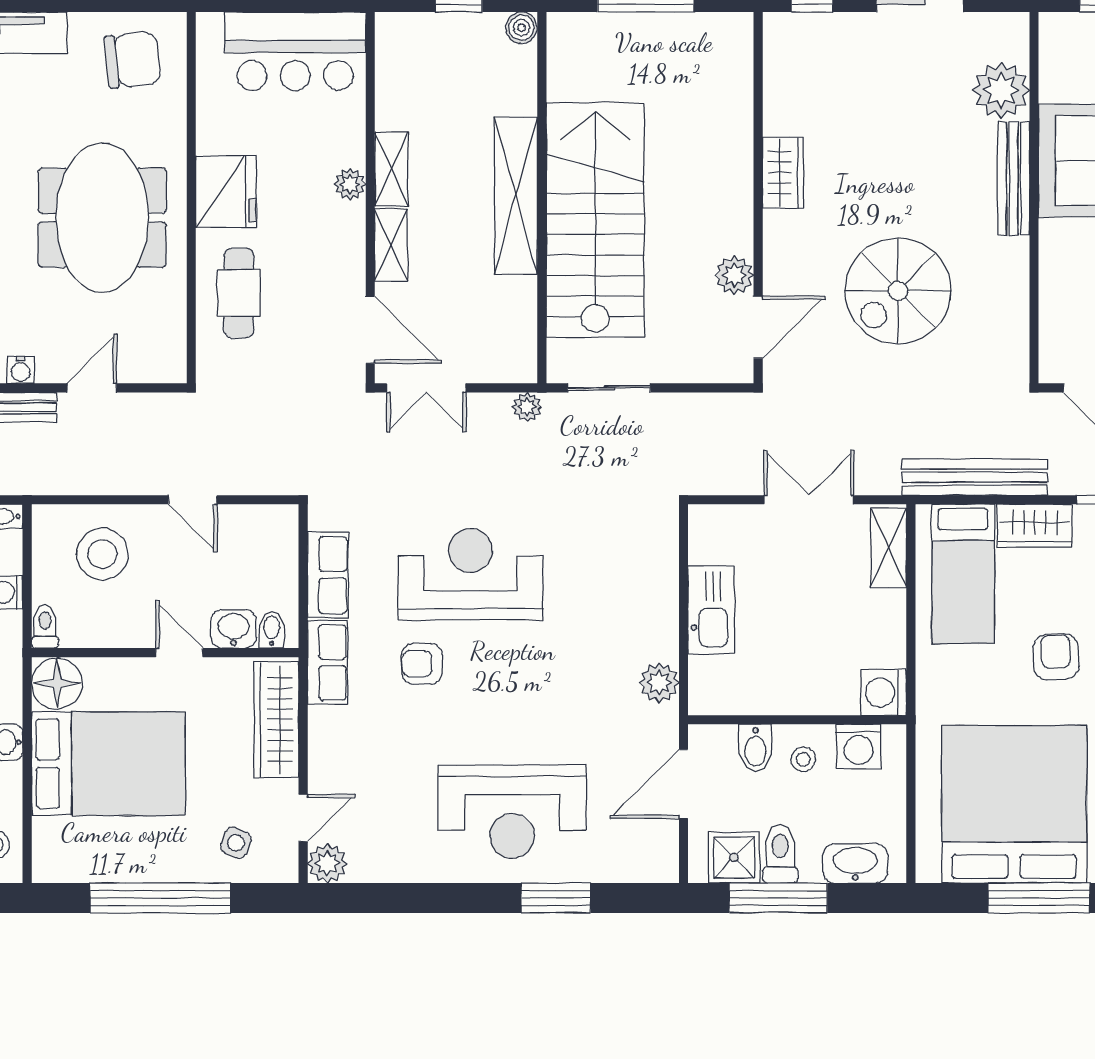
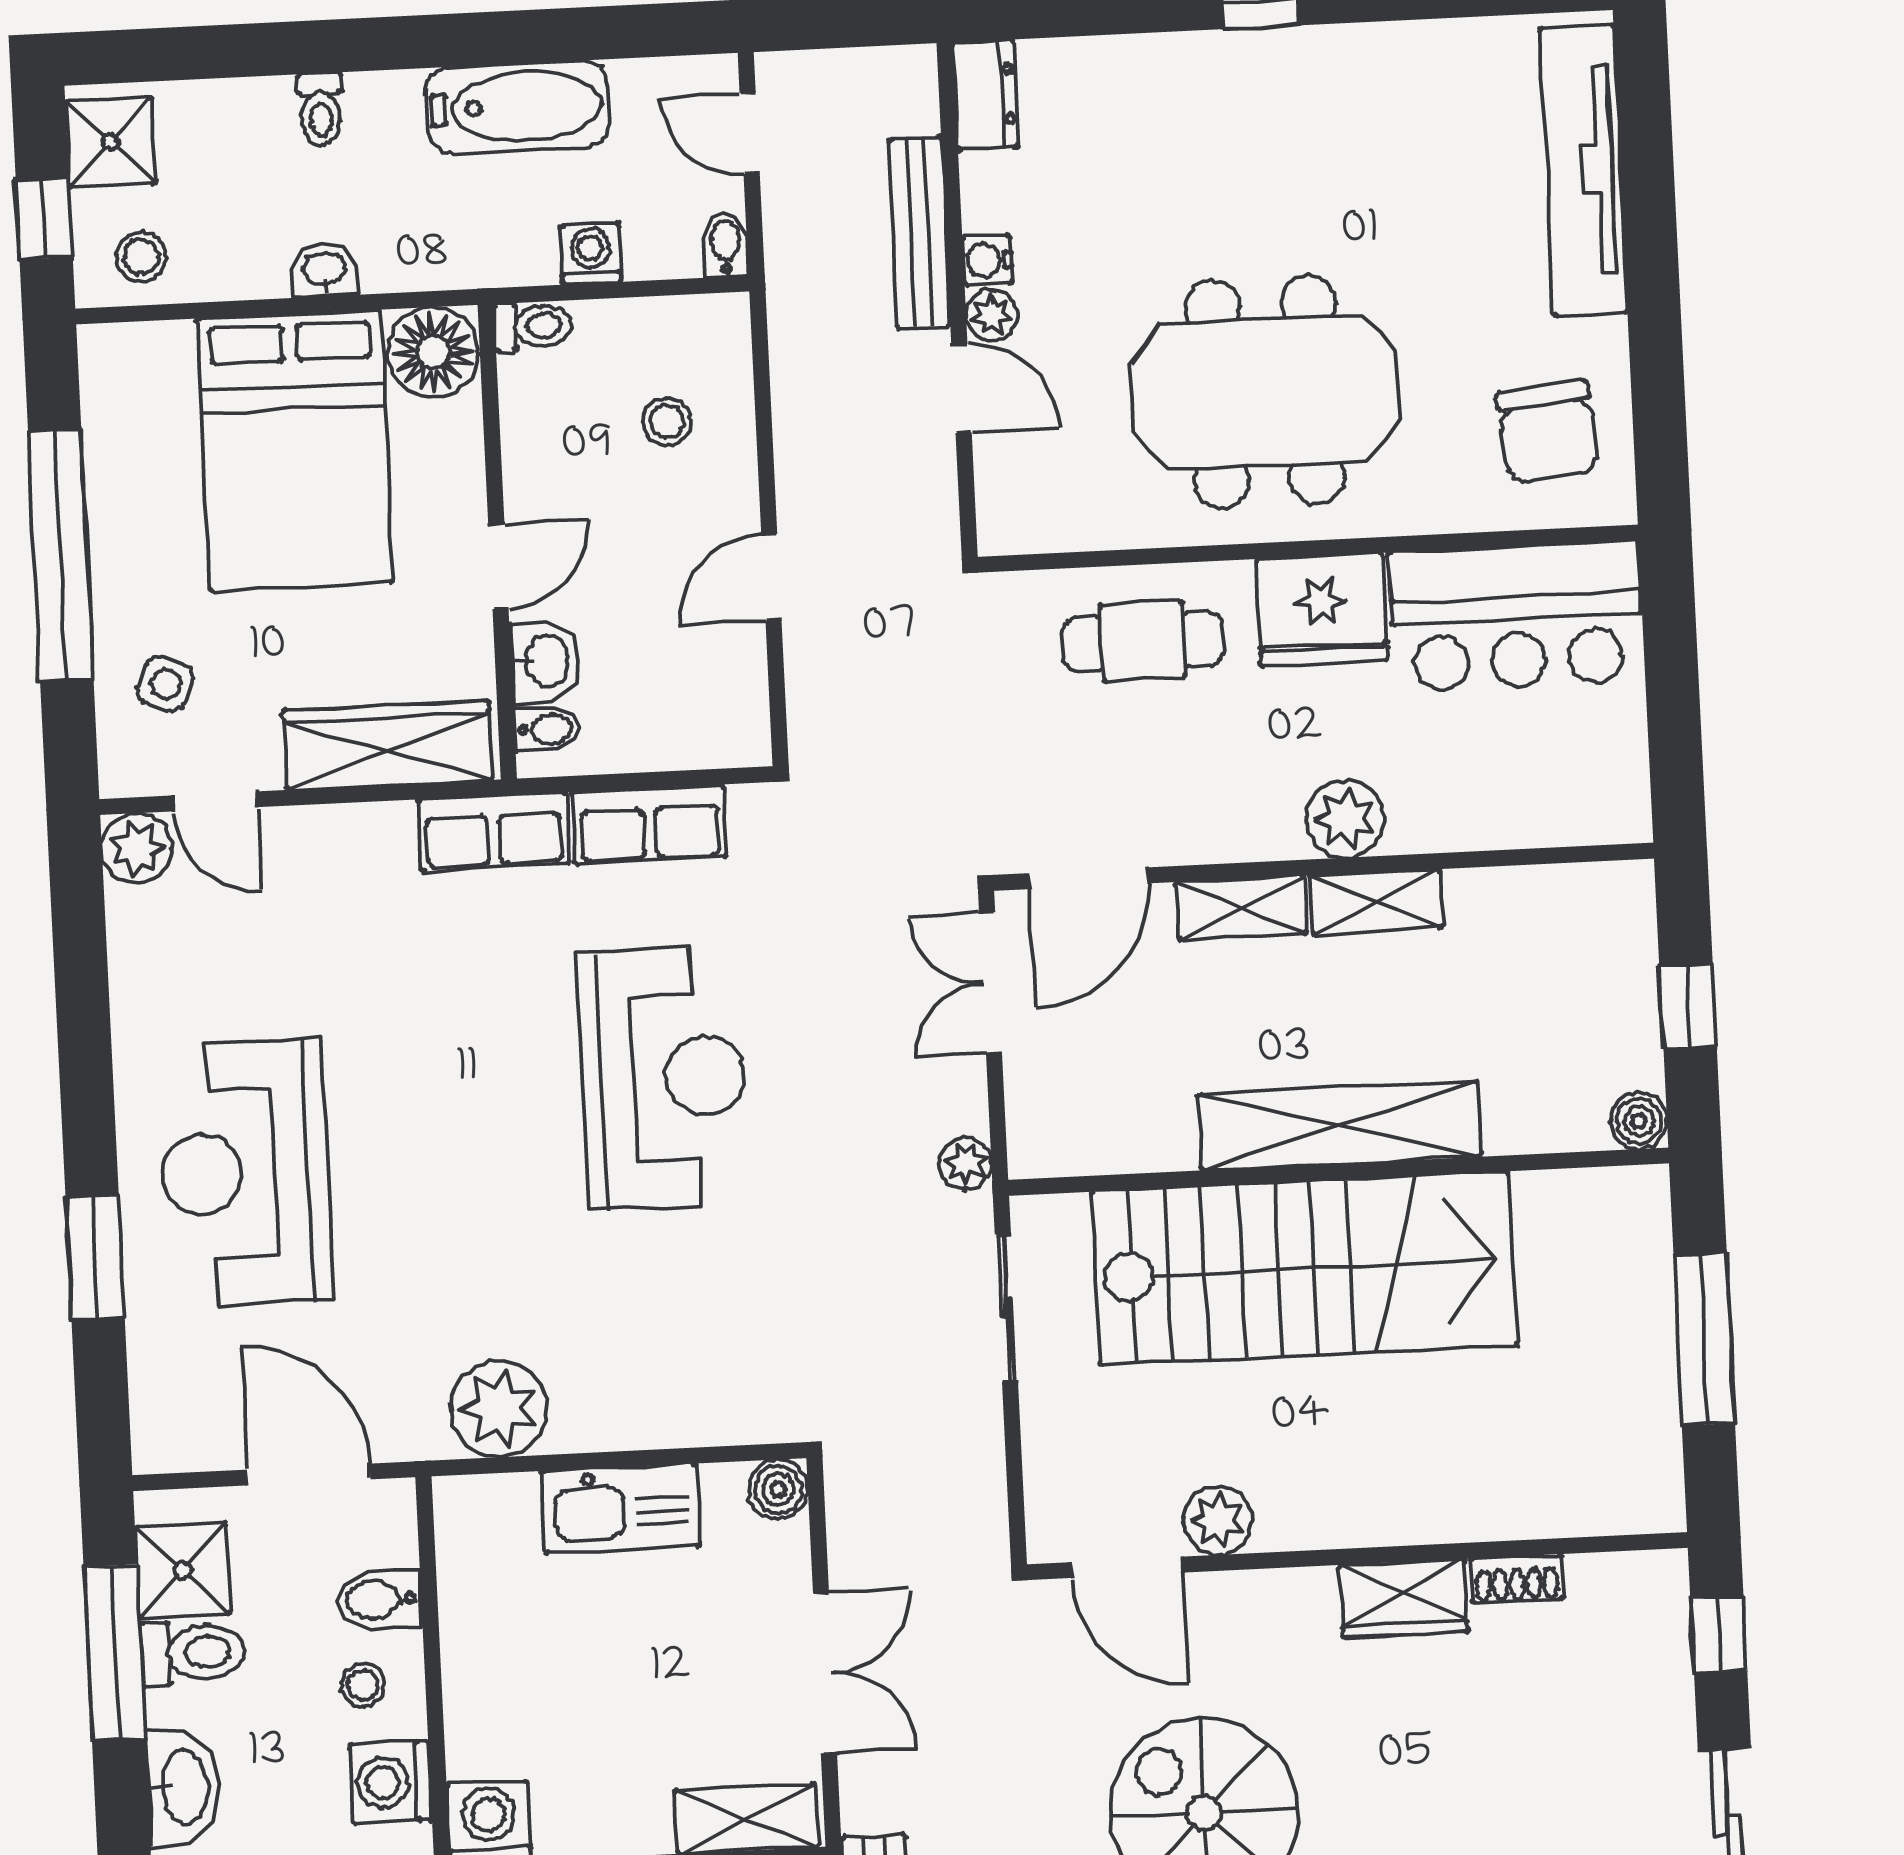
bar counter: (295, 51) -> (1517, 616), moved, turned -90
shoe rack: (775, 109) -> (1517, 1578), added
plant: (350, 184) -> (1345, 819), width x1.38, depth x1.38
plant: (52, 369) -> (992, 315), added
boiler: (705, 521) -> (778, 1489), added
stool: (102, 554) -> (667, 422), width x0.53, depth x0.53
armchair: (422, 664) -> (500, 999), removed
plant: (659, 683) -> (499, 1409), width x1.36, depth x1.36

